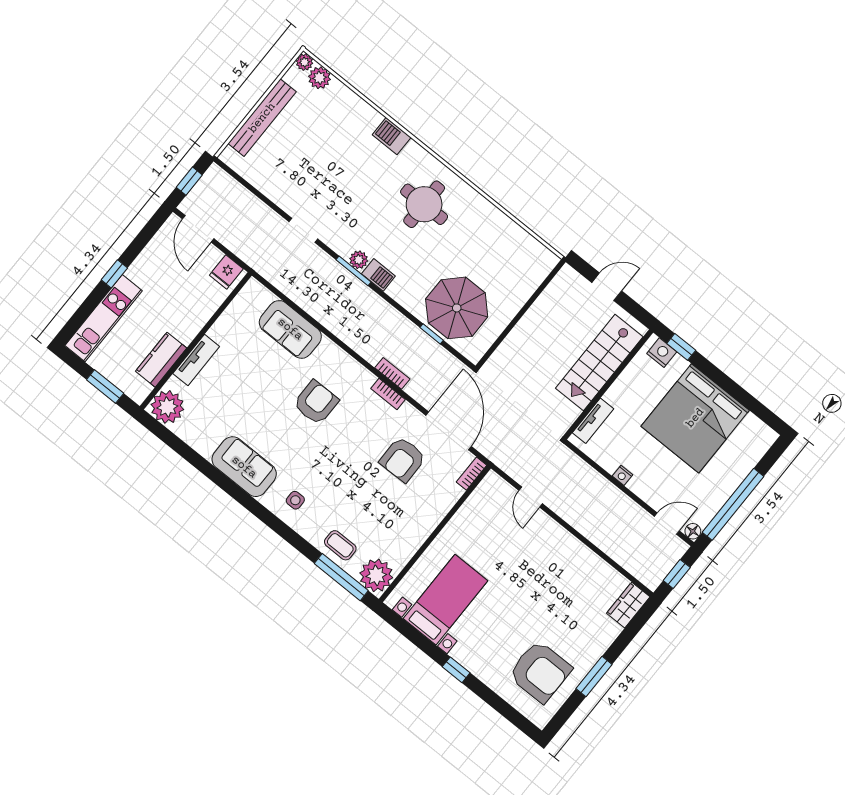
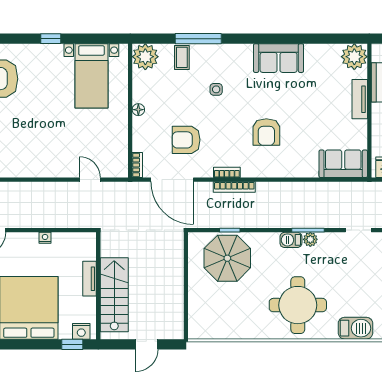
barbecue: (392, 136) -> (356, 328), width x1.38, depth x1.27
round table: (424, 204) -> (298, 305), width x1.36, depth x1.36
sofa: (290, 329) -> (343, 164), moved
bookcase: (392, 373) -> (234, 187), width x1.56
tv unit: (593, 421) -> (90, 279), moved
armchair: (403, 459) -> (186, 140), turned -89
side table: (295, 500) -> (216, 89), moved
floor lamp: (426, 528) -> (138, 110), added
coffee table: (340, 545) -> (182, 57), turned 90
window: (341, 577) -> (198, 39), moved

